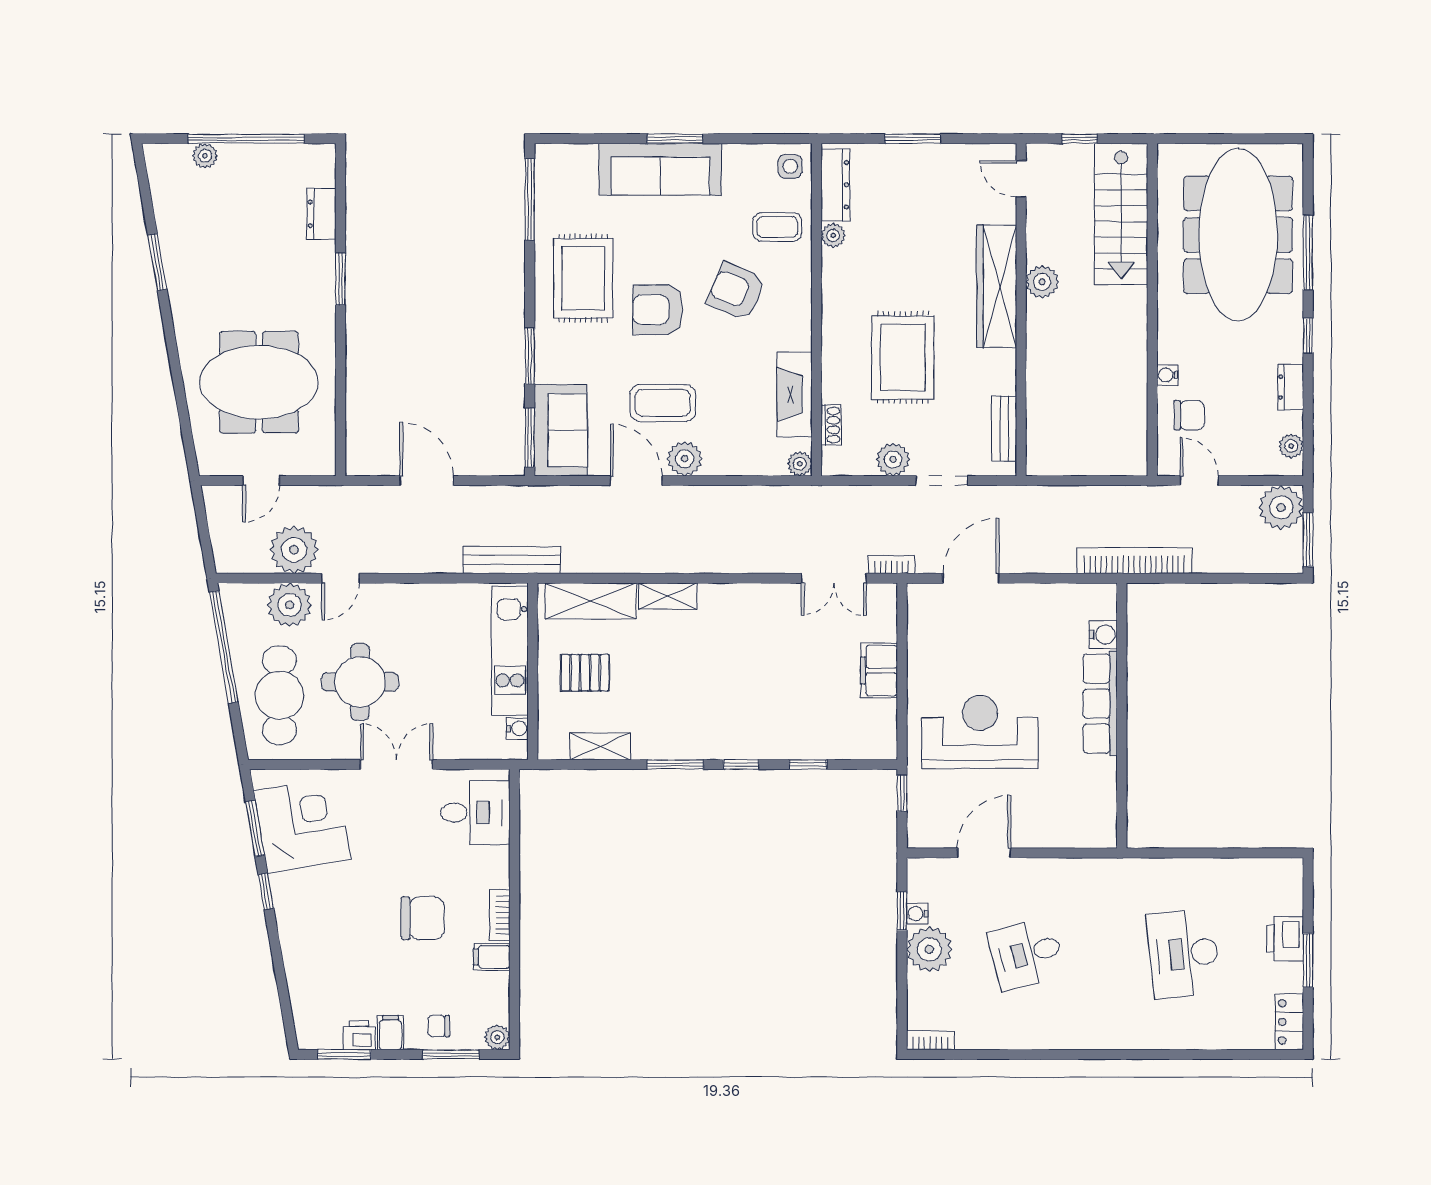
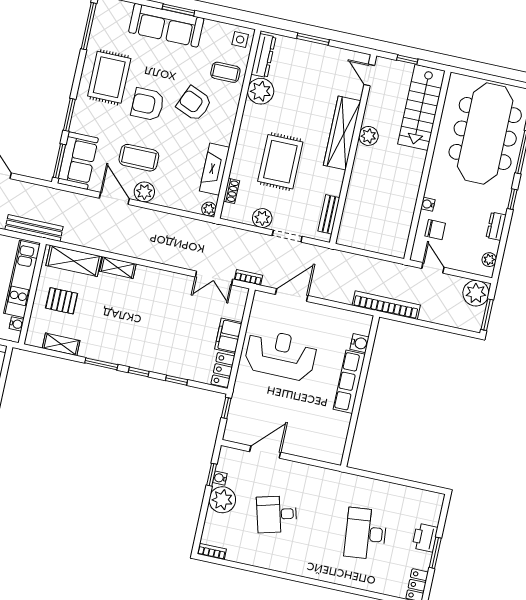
plant: (833, 235) -> (261, 91), width x1.88, depth x1.88
locker: (882, 730) -> (223, 370), added
reception desk: (980, 732) -> (281, 355), moved

